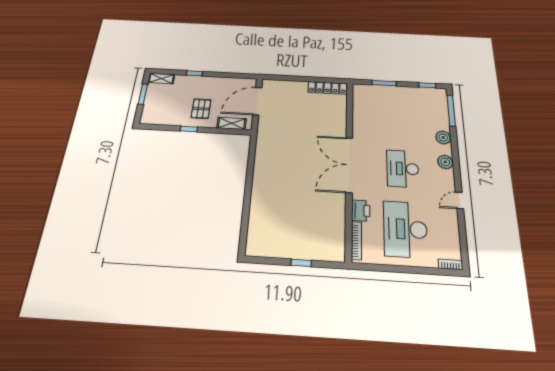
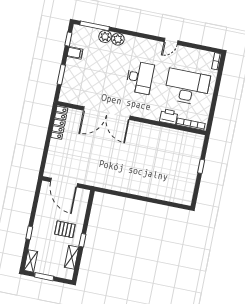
filing cabinet: (413, 94) -> (75, 53), added
shelving: (232, 123) -> (72, 257), moved
plant: (445, 162) -> (105, 36), moved
double door: (349, 165) -> (107, 113), moved
desk: (403, 169) -> (140, 77), turned -90
door: (459, 200) -> (171, 41), hinge flipped
desk: (405, 229) -> (187, 87), turned 180

